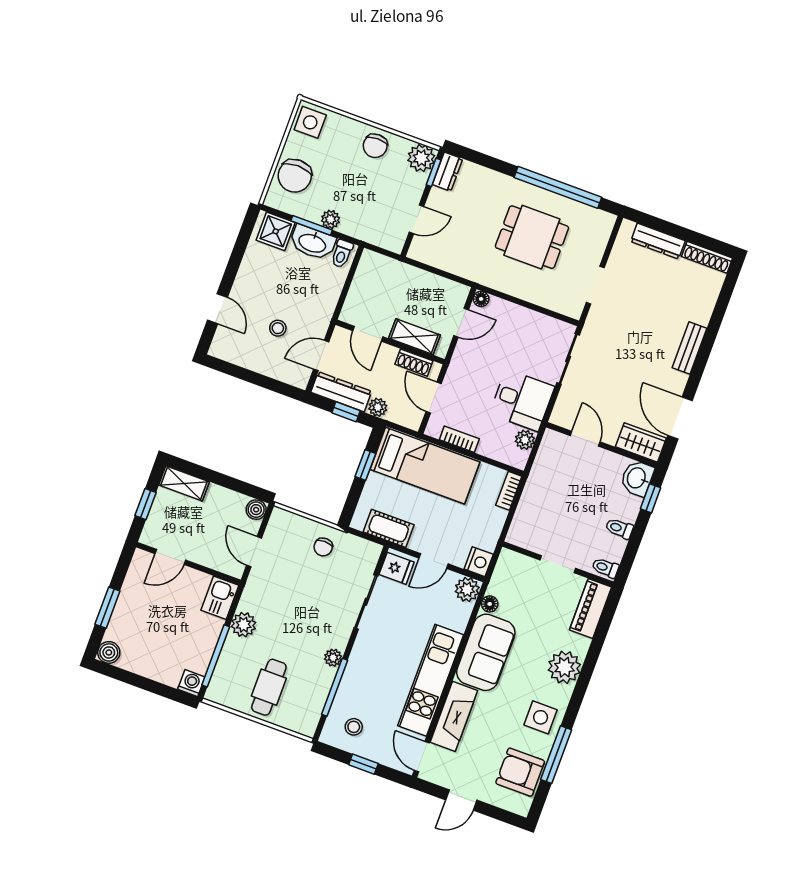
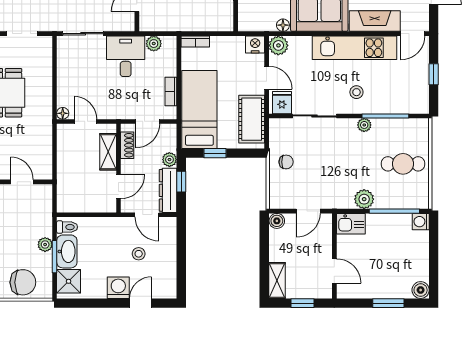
washing machine: (246, 289) -> (118, 288), added
cot: (389, 528) -> (252, 119), width x1.37, depth x1.34
stool: (354, 727) -> (356, 92), moved

